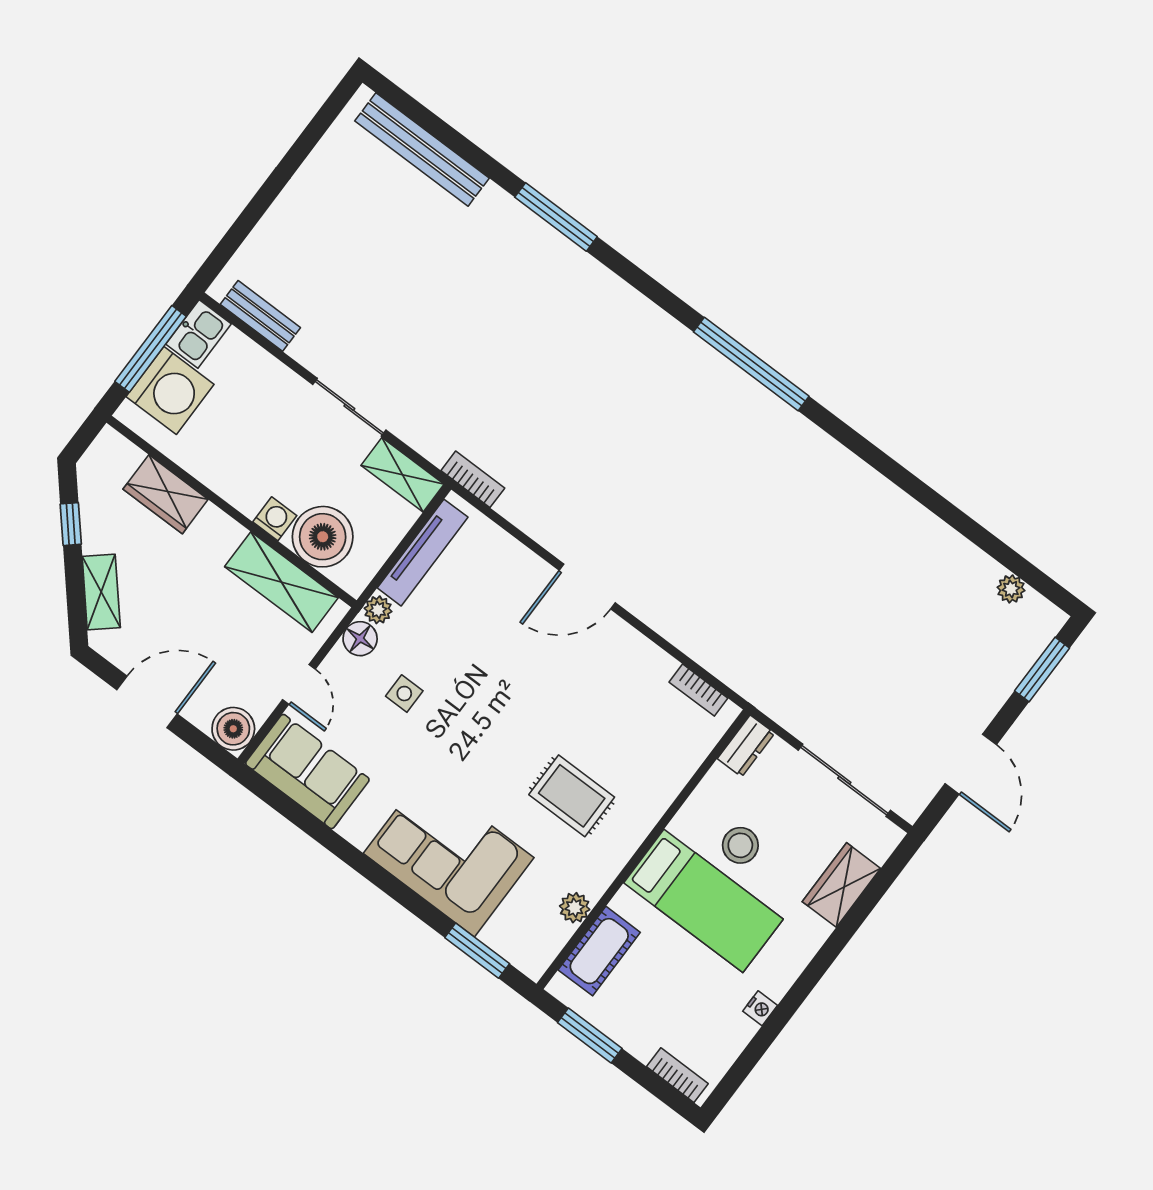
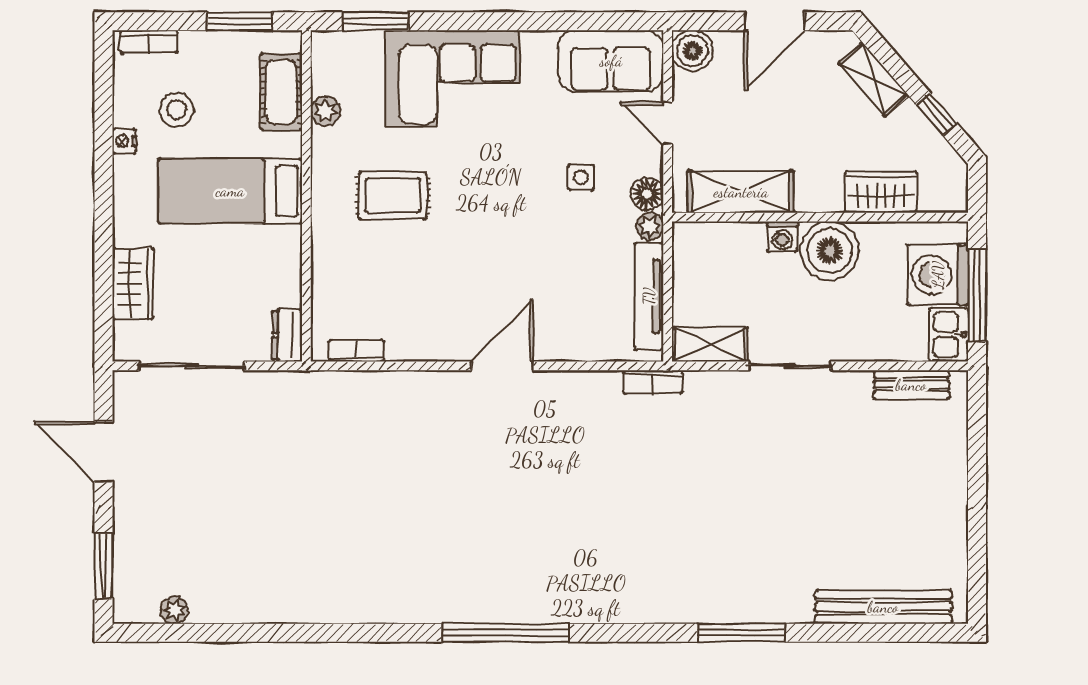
boiler: (323, 537) -> (830, 251), moved
stool: (740, 845) -> (176, 110), moved

